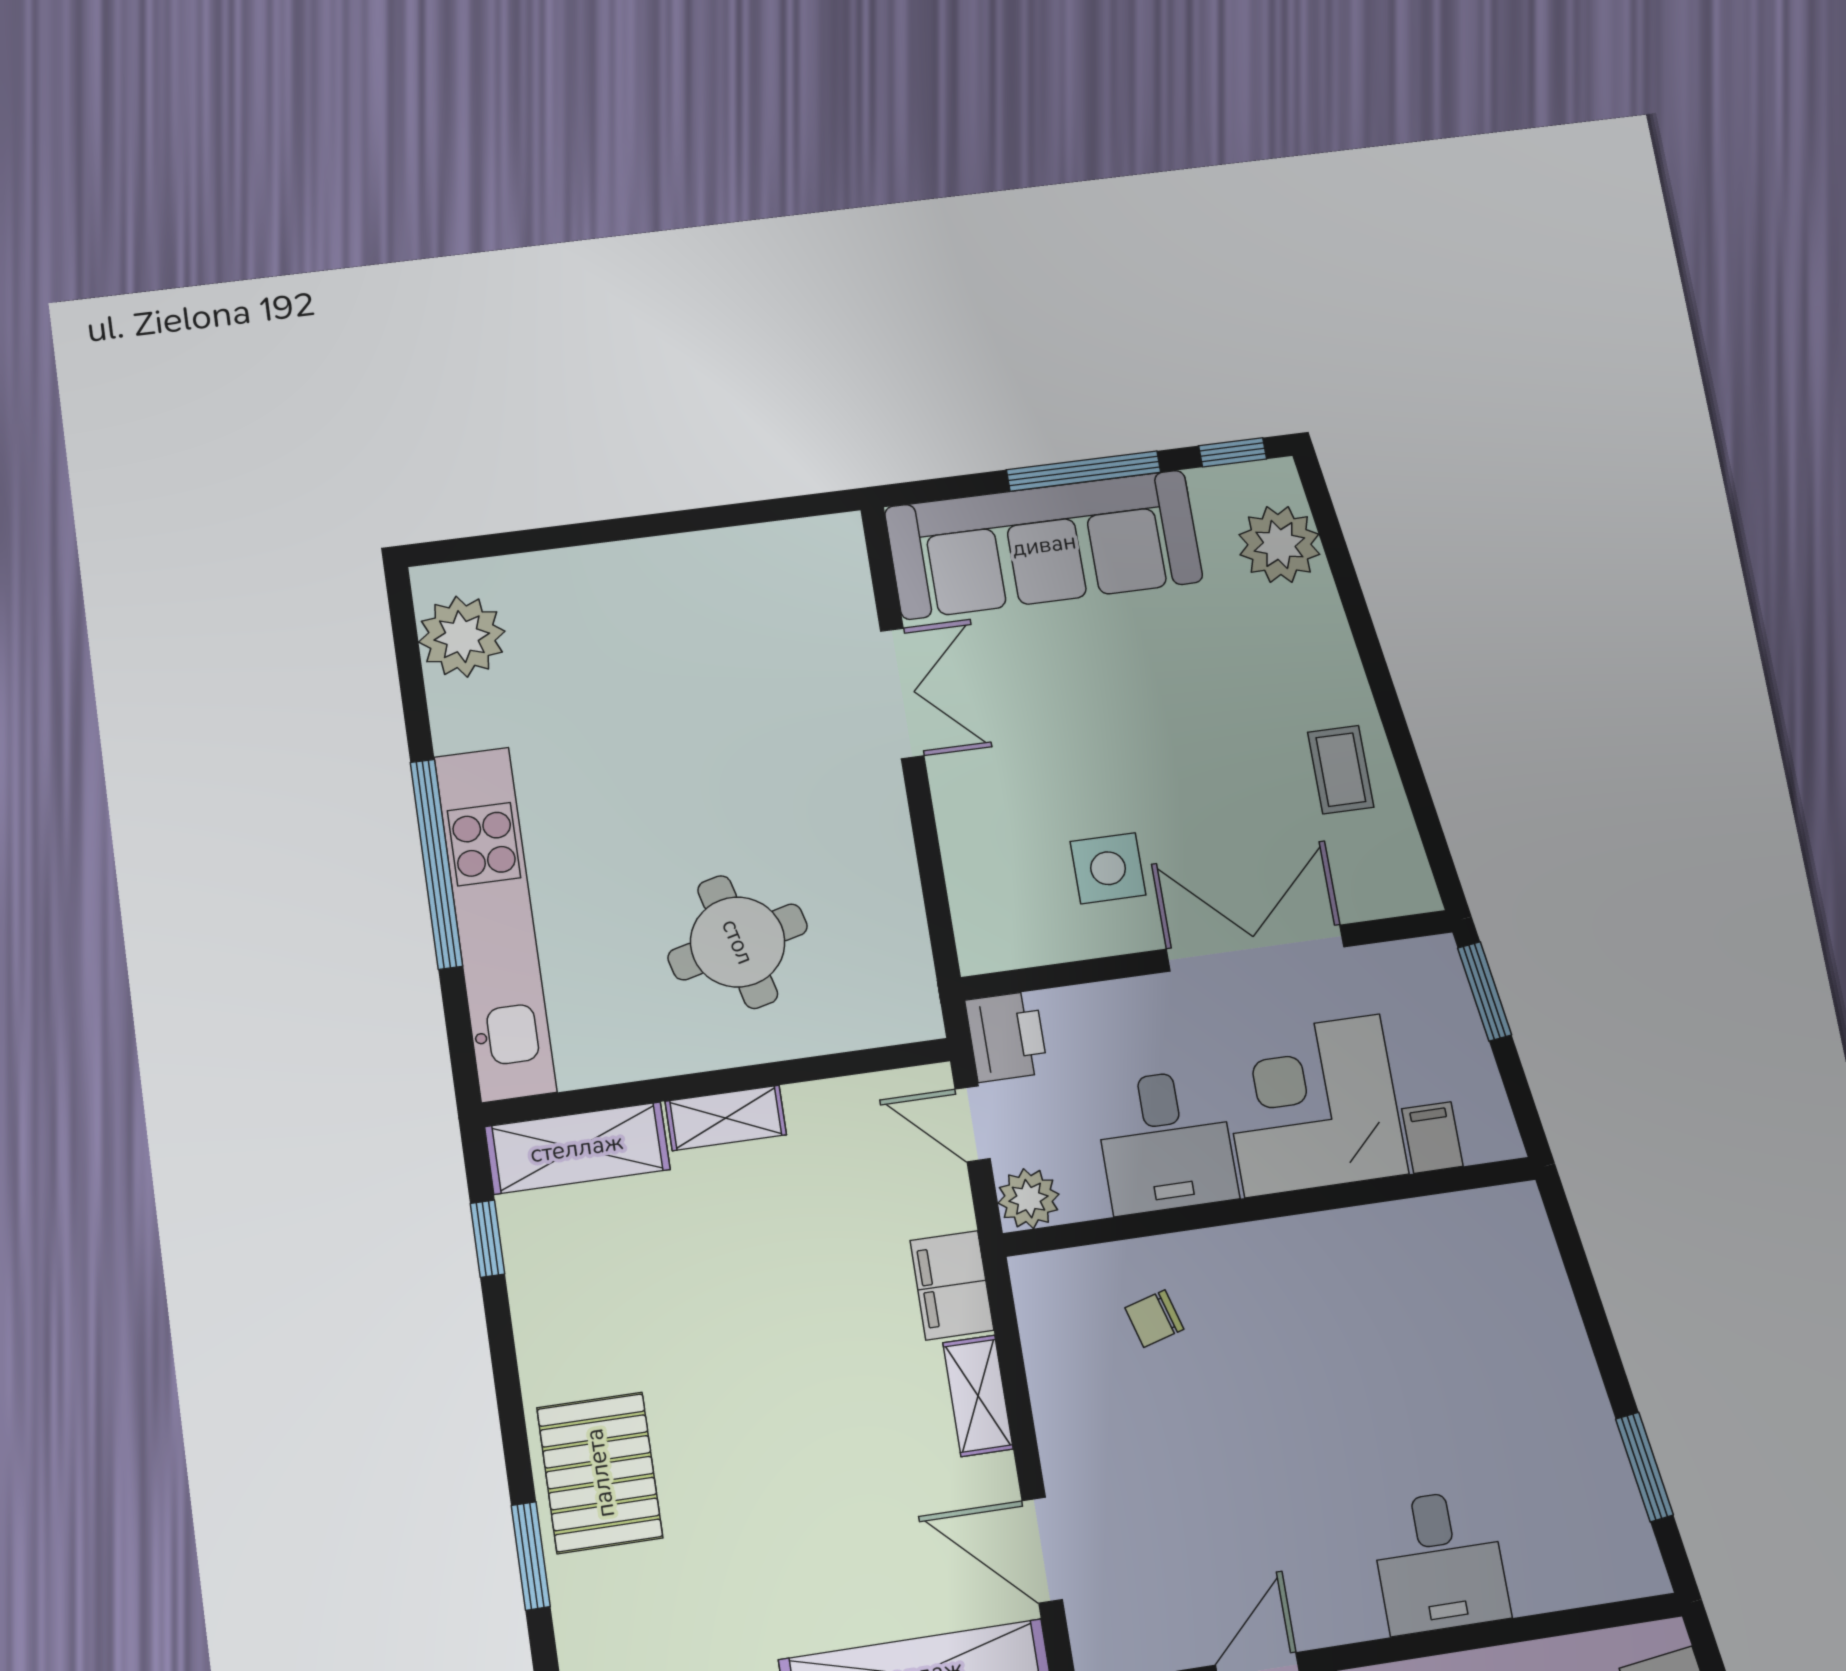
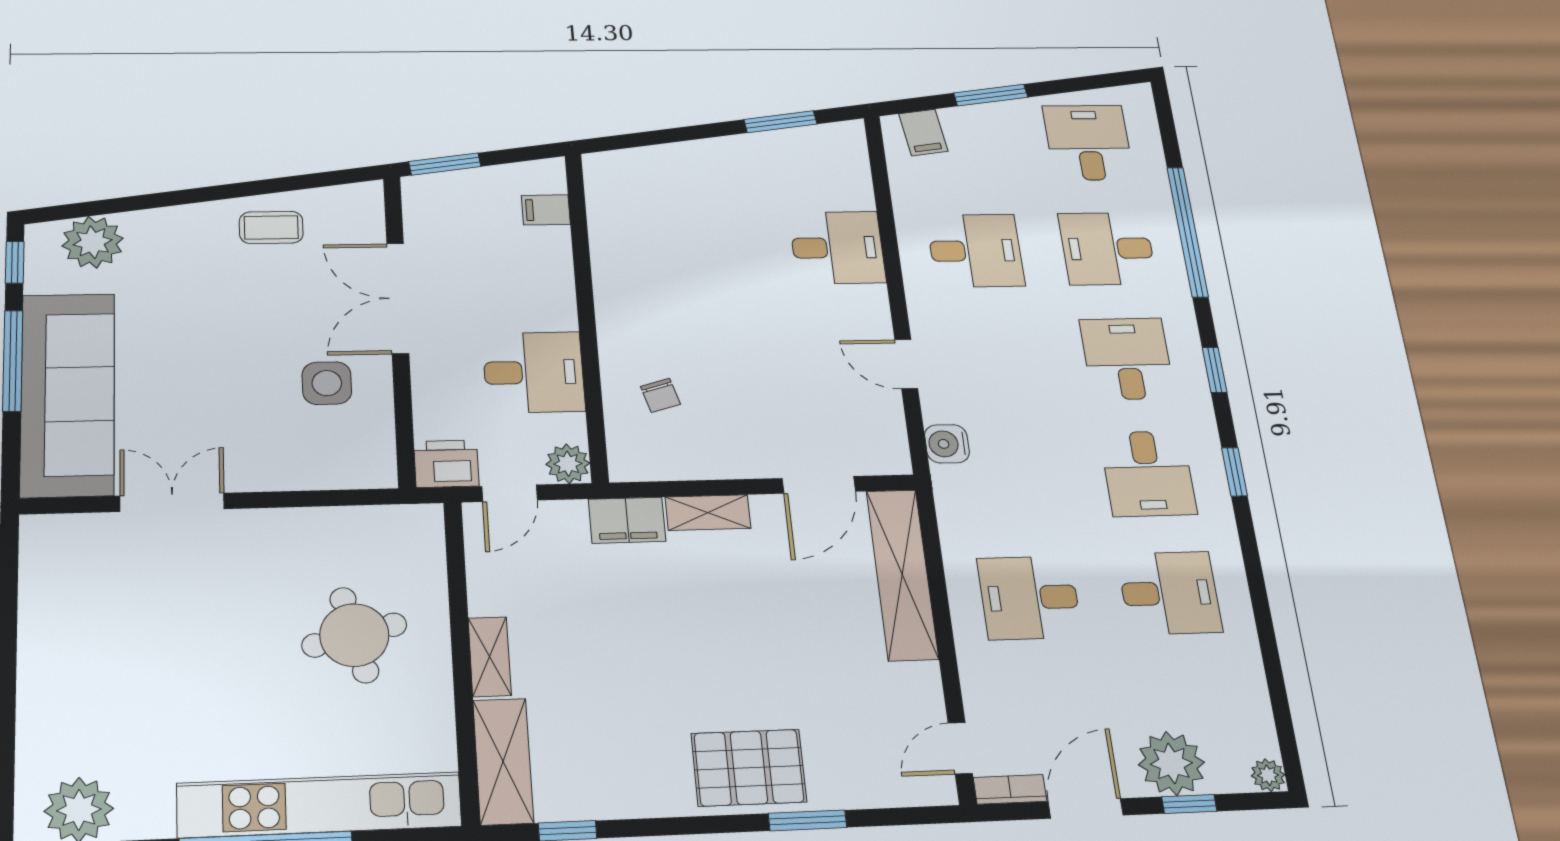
corner desk: (1312, 1105) -> (516, 279), removed

